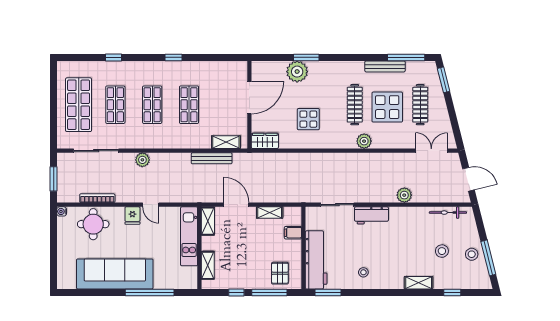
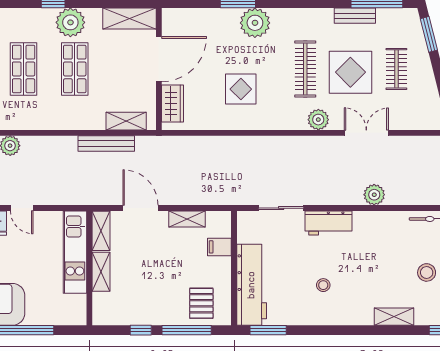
bench: (385, 66) -> (355, 16), width x0.73
shelving: (228, 68) -> (129, 19), added
plant: (186, 71) -> (70, 22), added
plant: (297, 72) -> (255, 23), moved
clothes rail: (420, 105) -> (396, 69), width x0.73
wardrobe: (265, 141) -> (173, 103), moved, turned 90
double door: (431, 151) -> (366, 133), moved
shelving: (208, 265) -> (101, 272), moved
stool: (363, 272) -> (323, 285), moved

